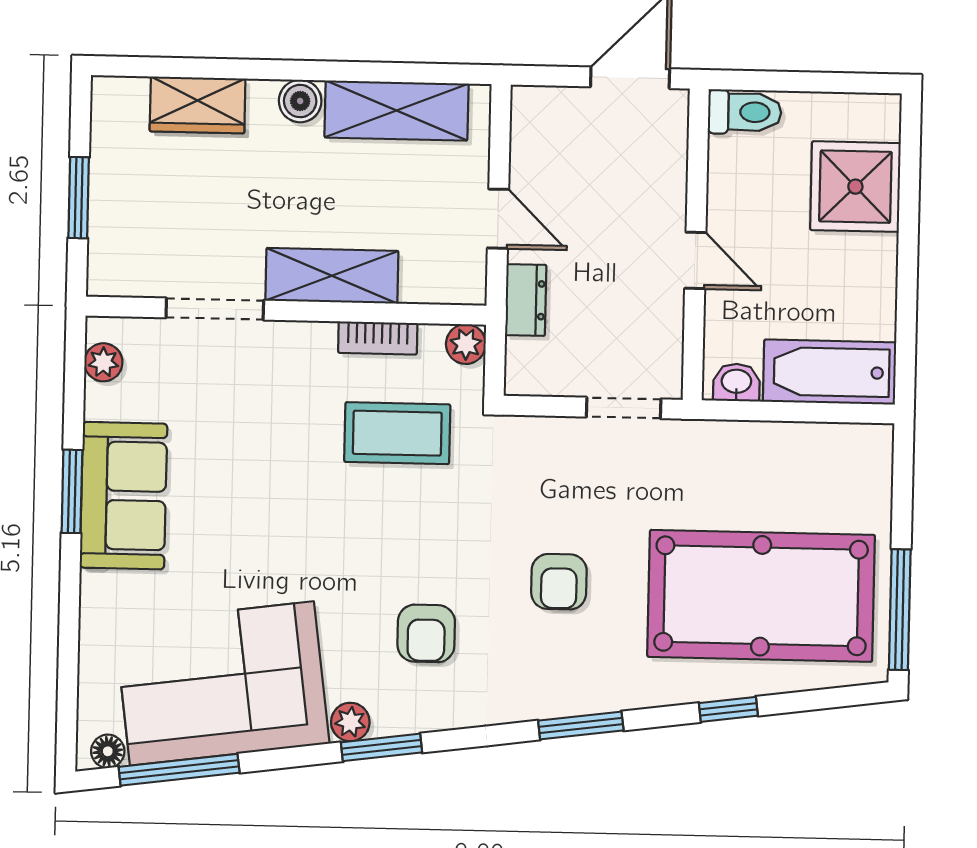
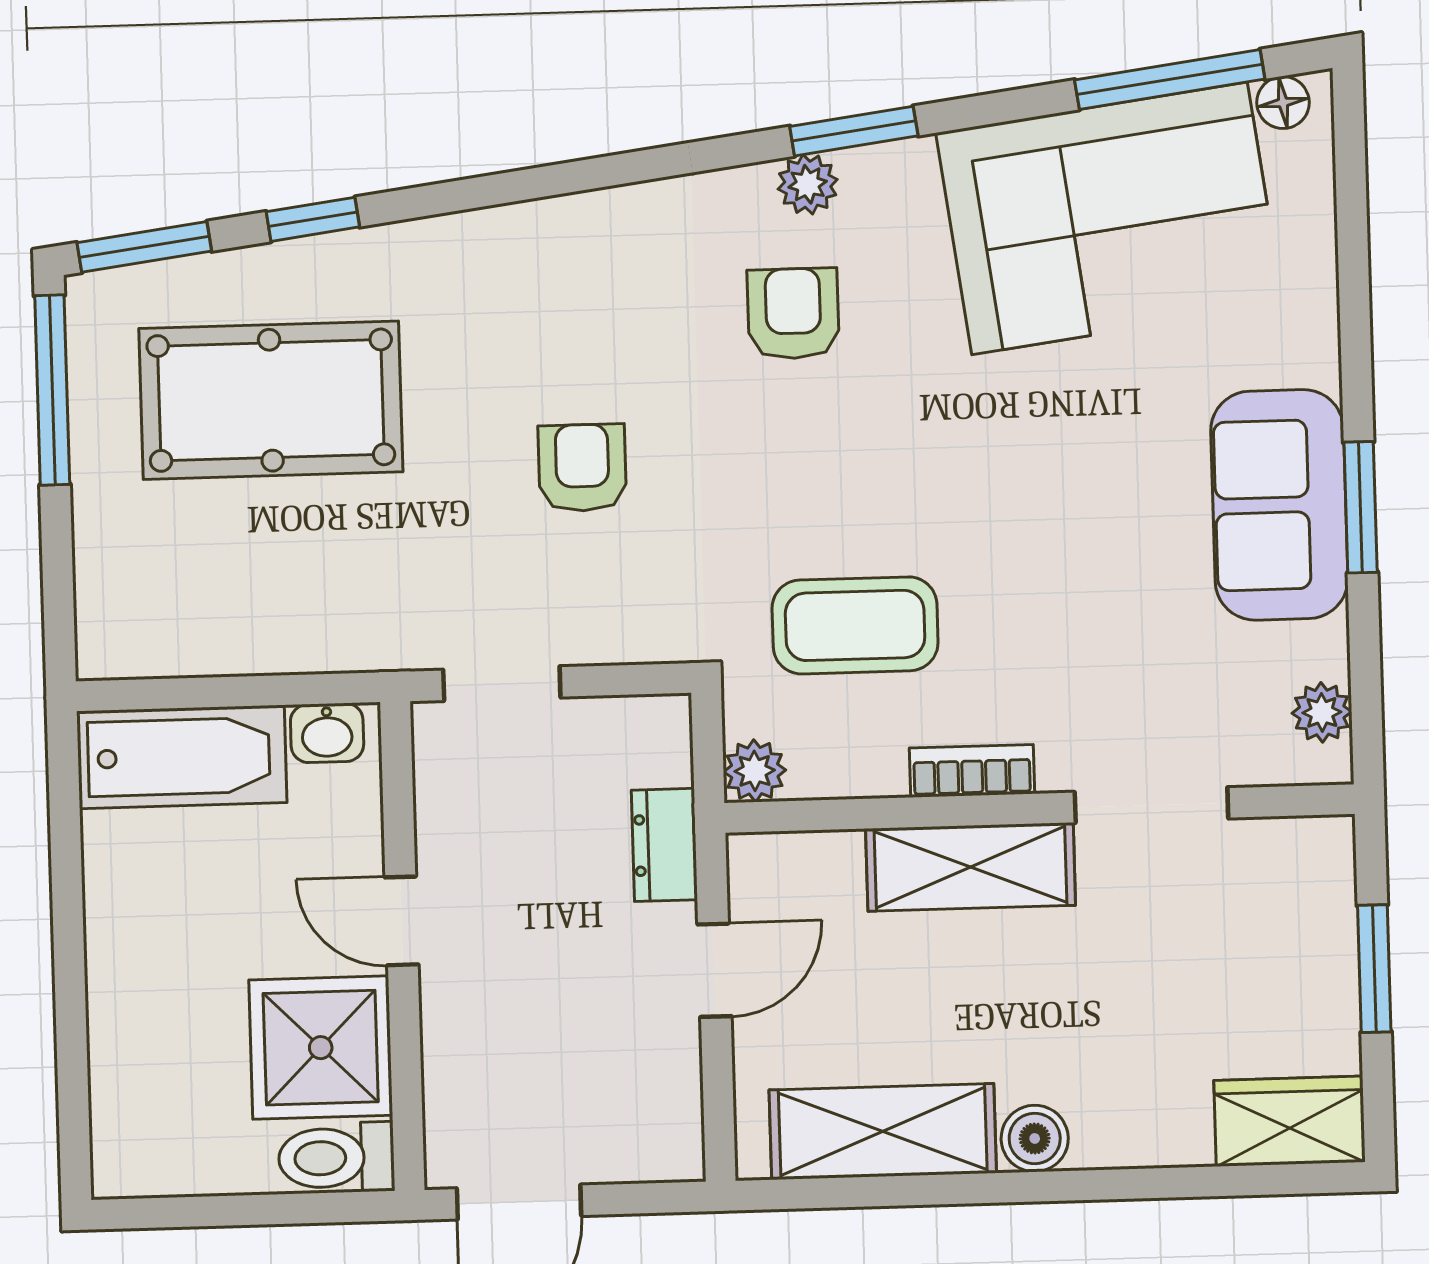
wardrobe: (198, 105) -> (1289, 1121), moved
shower: (855, 187) -> (321, 1048), moved
door: (498, 219) -> (714, 970), swing flipped
bookcase: (378, 338) -> (972, 771), moved
armchair: (559, 582) -> (582, 468), moved
pool table: (761, 596) -> (271, 400), width x0.73, depth x0.76
plant: (350, 722) -> (808, 184), moved
window: (581, 726) -> (144, 247), moved

